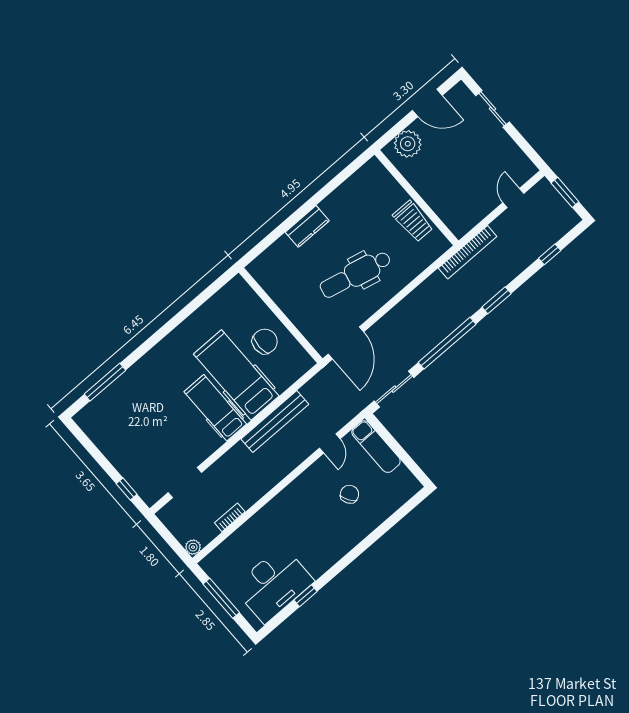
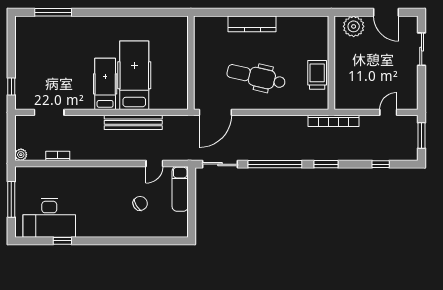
trolley: (413, 221) -> (317, 75), turned 180
kitchen counter: (307, 226) -> (252, 24), width x1.50
chair: (265, 341) -> (168, 70), removed

